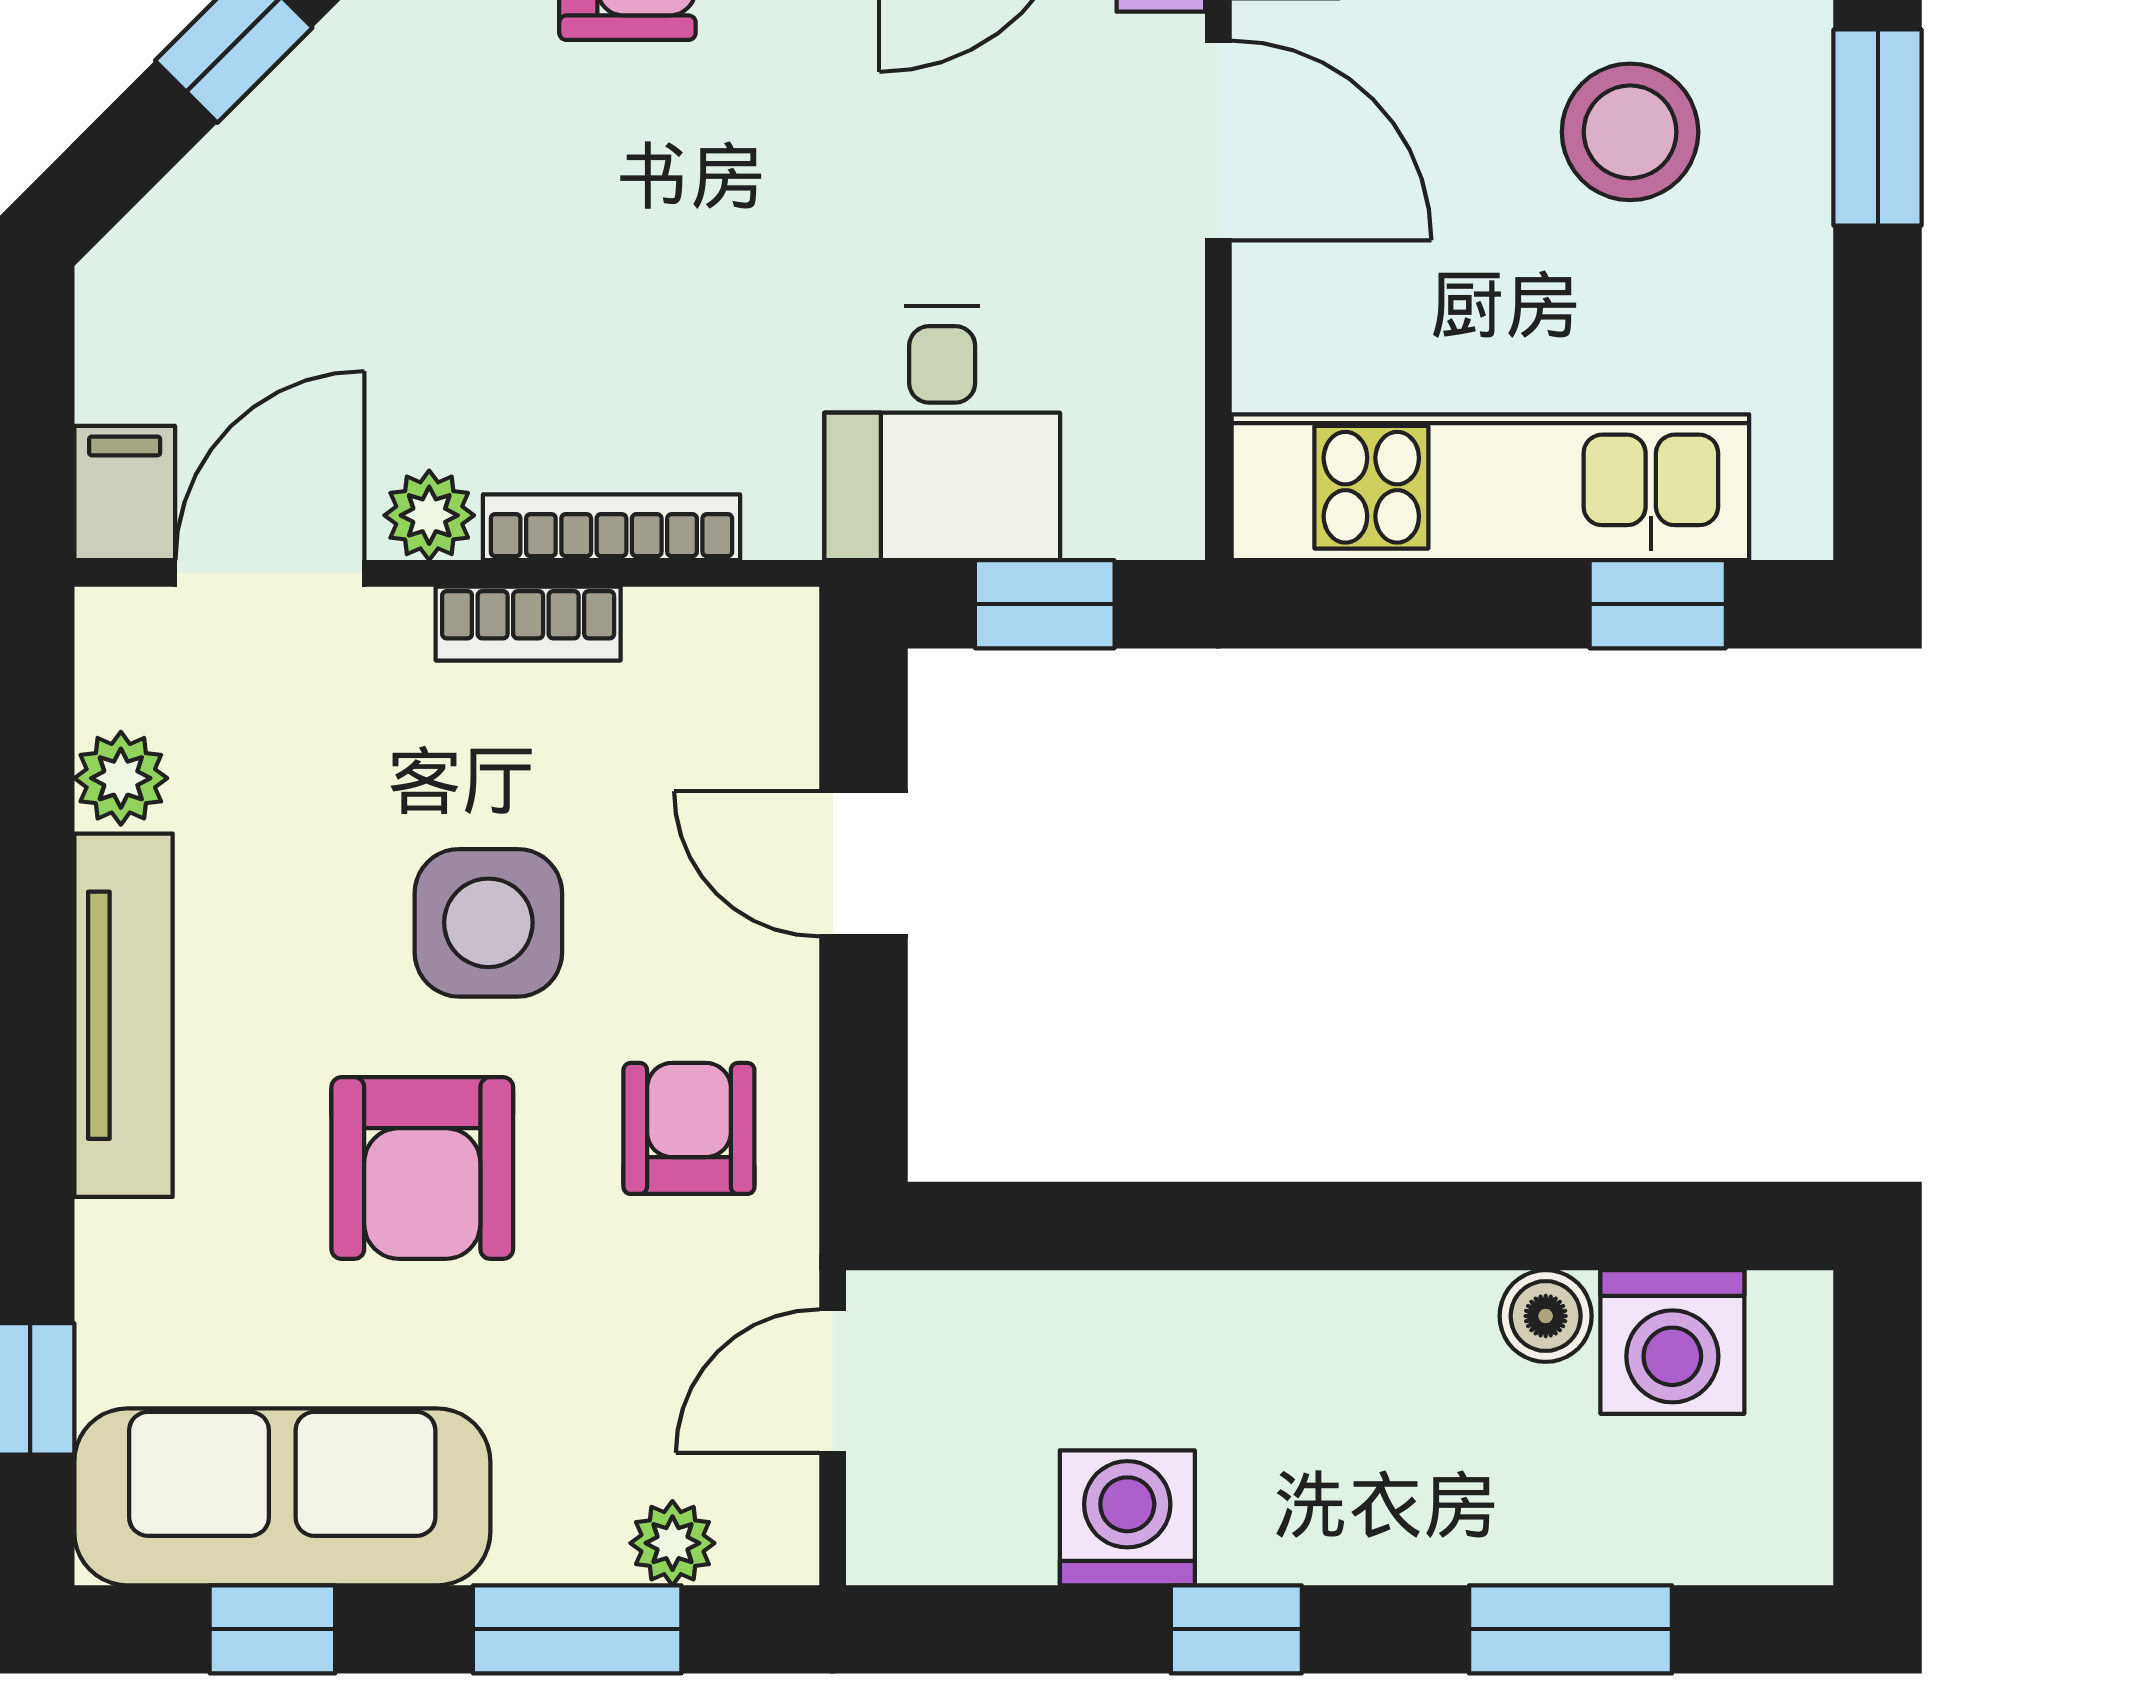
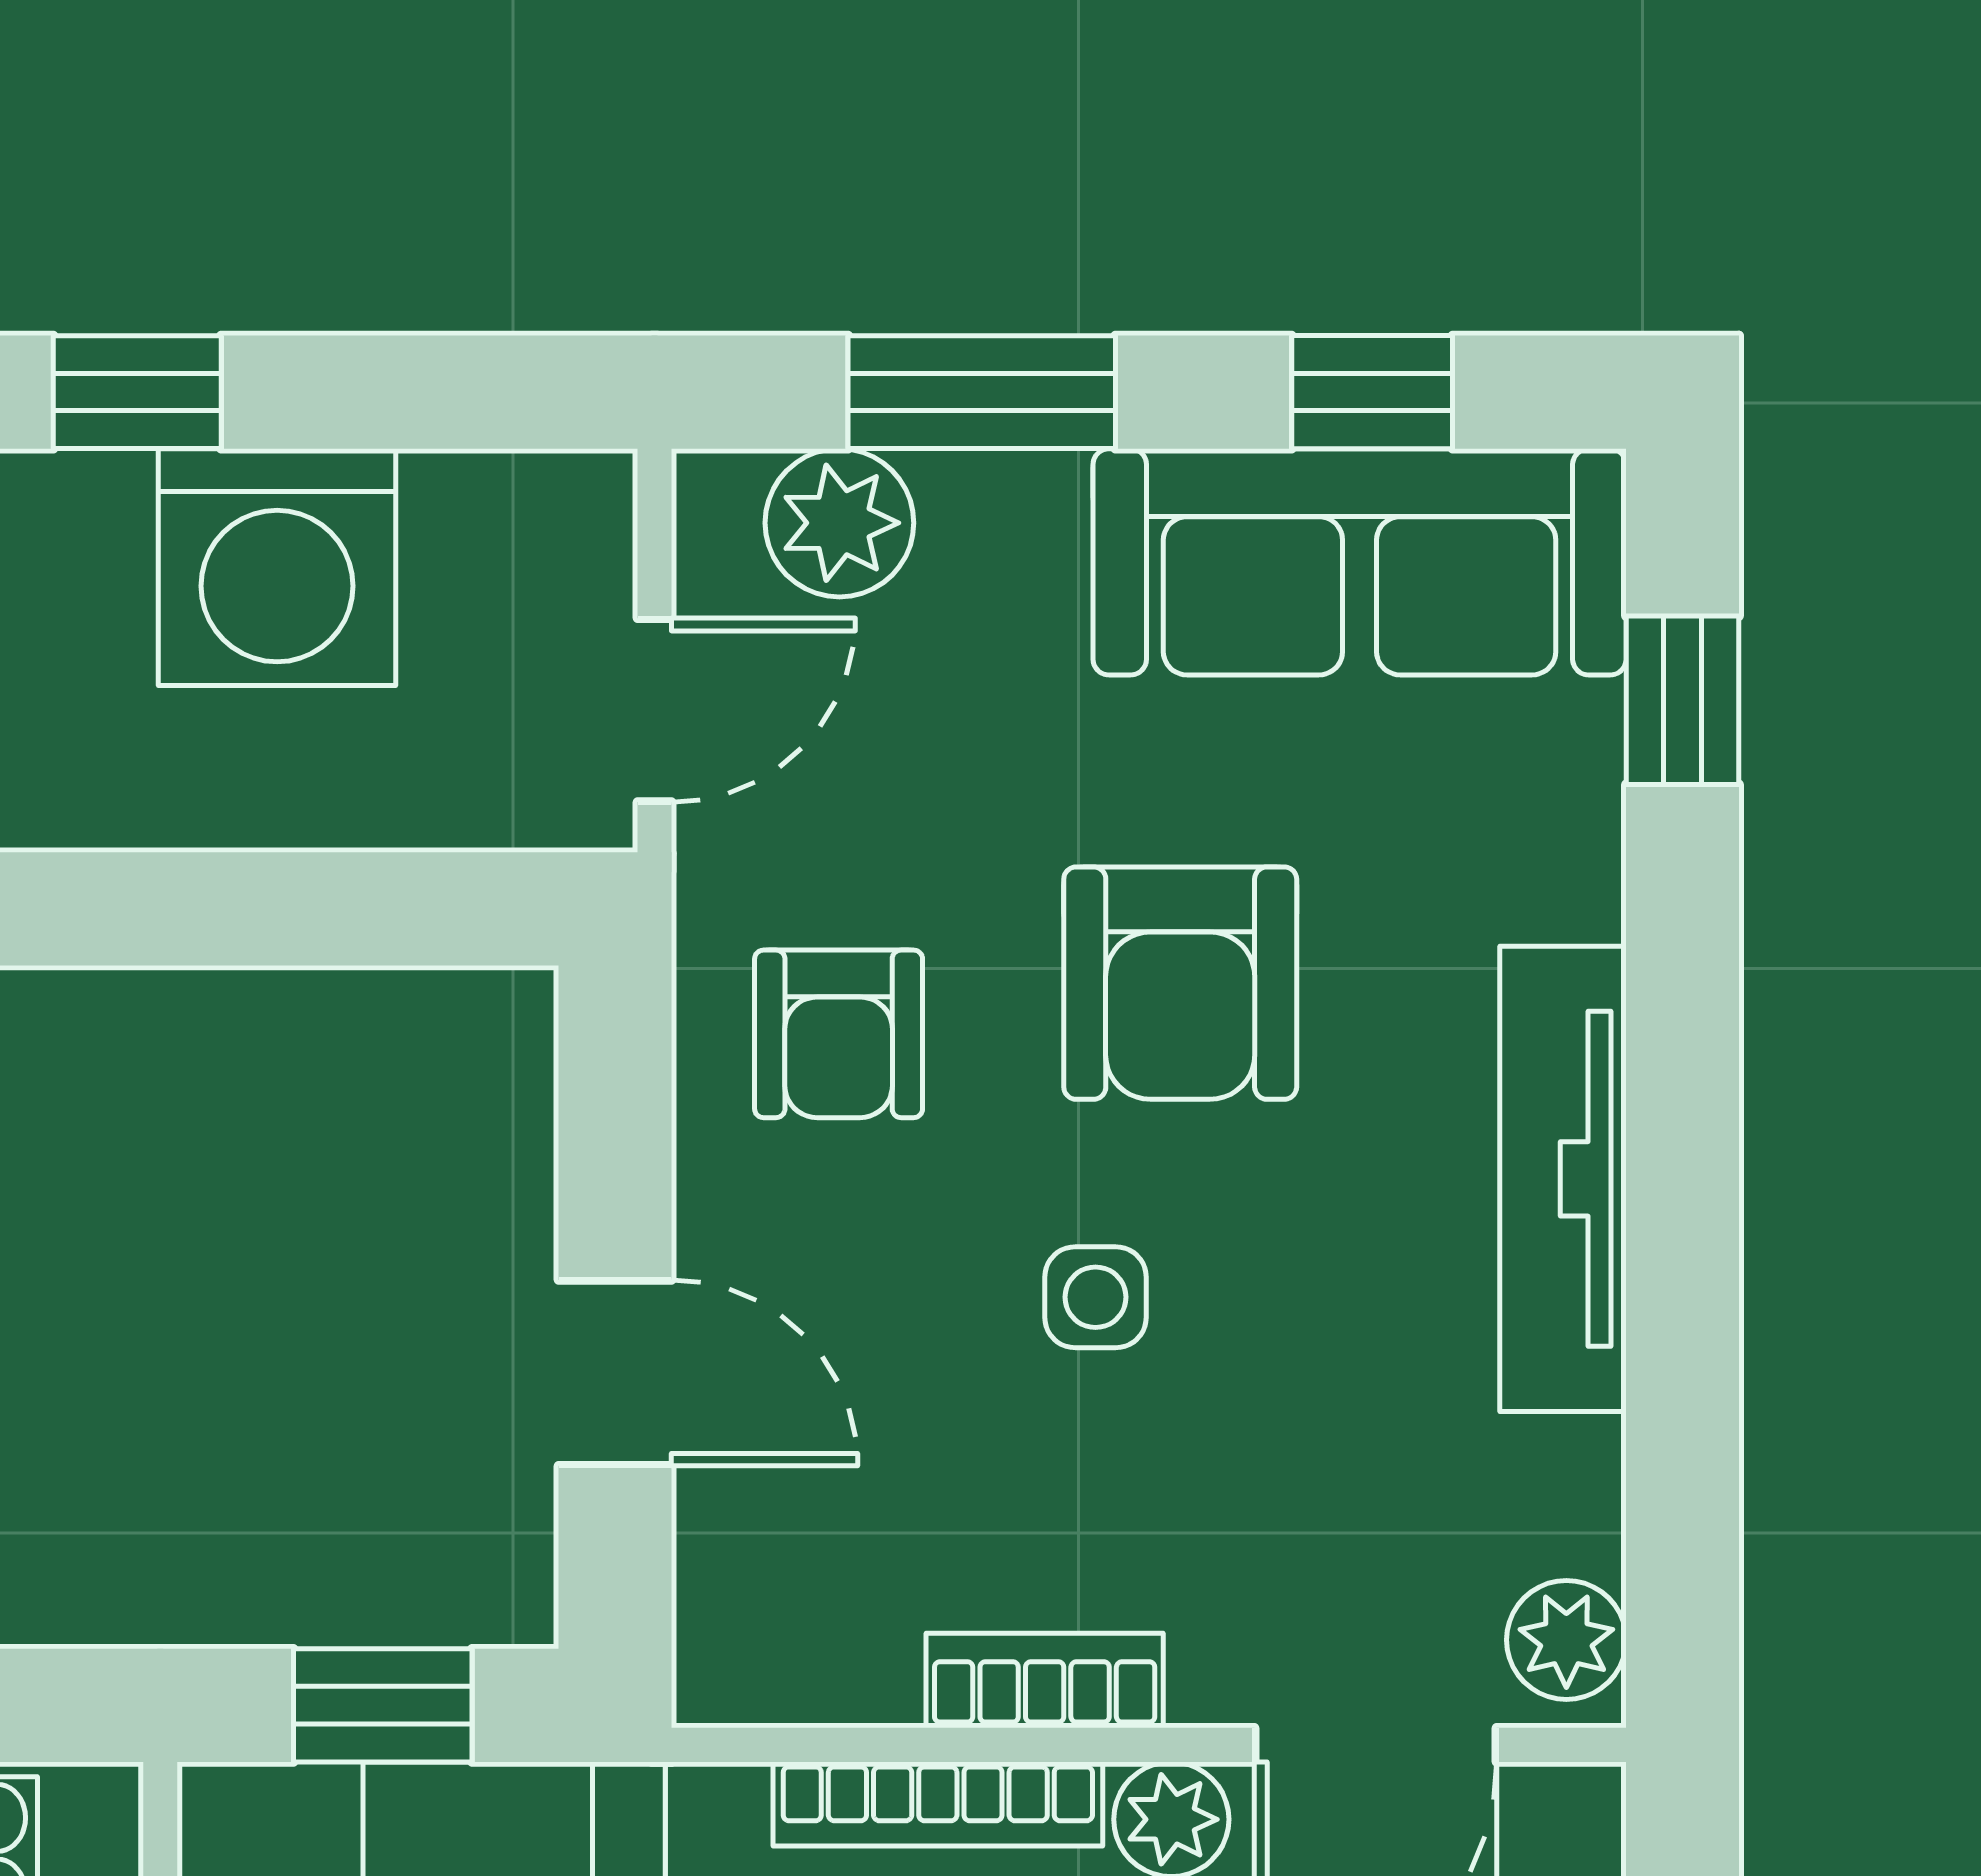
plant: (121, 778) -> (1566, 1640), moved
side table: (488, 923) -> (1095, 1297), width x0.54, depth x0.54
armchair: (422, 1168) -> (1180, 983), turned 180
washing machine: (1127, 1518) -> (277, 567), width x1.37, depth x1.37
plant: (672, 1543) -> (839, 523), width x1.38, depth x1.38

